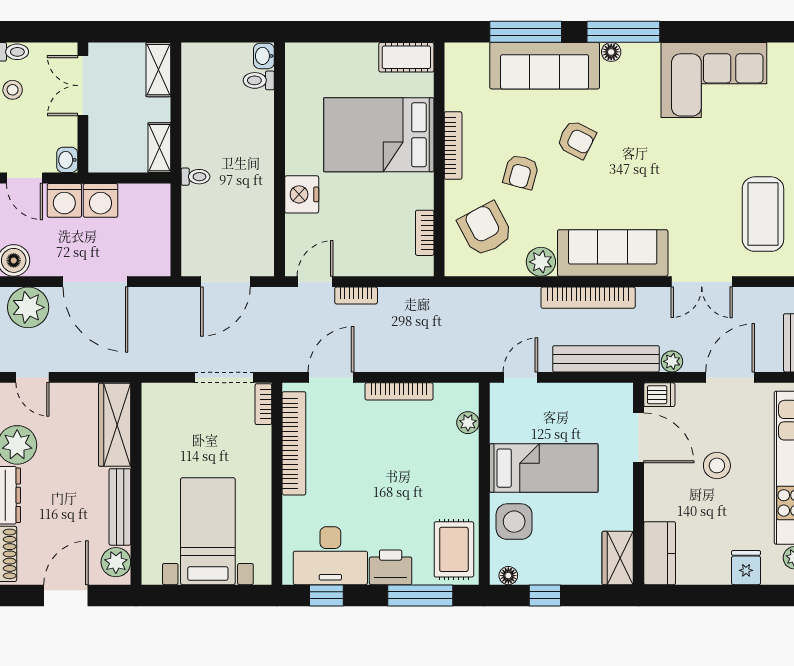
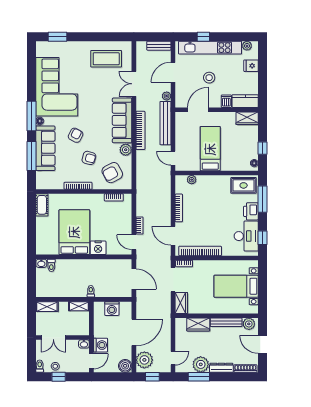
corner sofa: (714, 80) -> (57, 87), width x1.36, depth x1.36
bed: (379, 135) -> (74, 232), moved, turned 180
washing machine: (101, 200) -> (112, 309), moved, turned 90
double door: (702, 282) -> (134, 84), swing flipped
door: (730, 377) -> (173, 72), hinge flipped
dishwasher: (659, 395) -> (226, 101), moved
wardrobe: (167, 398) -> (181, 303), added
wardrobe: (115, 425) -> (198, 324), width x0.67
side table: (514, 522) -> (232, 161), removed

